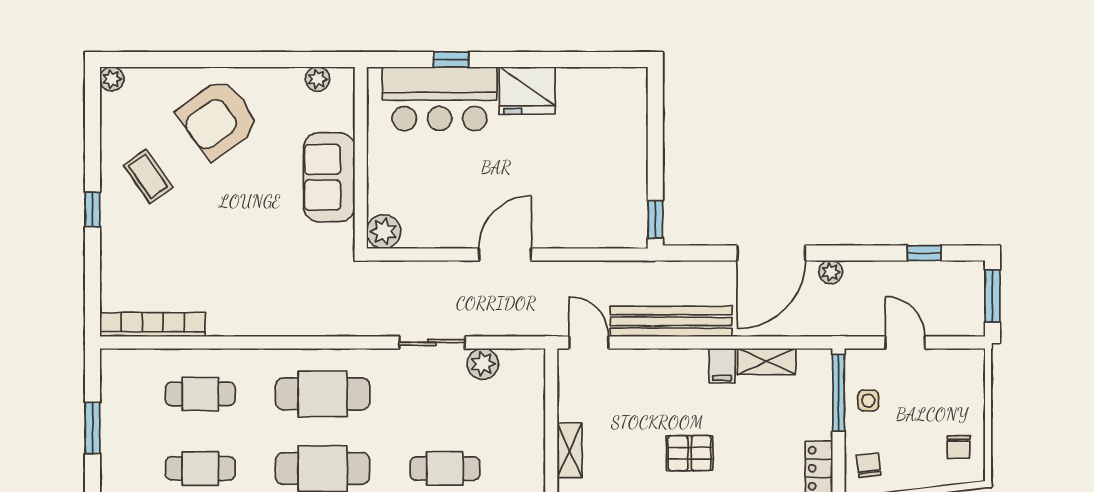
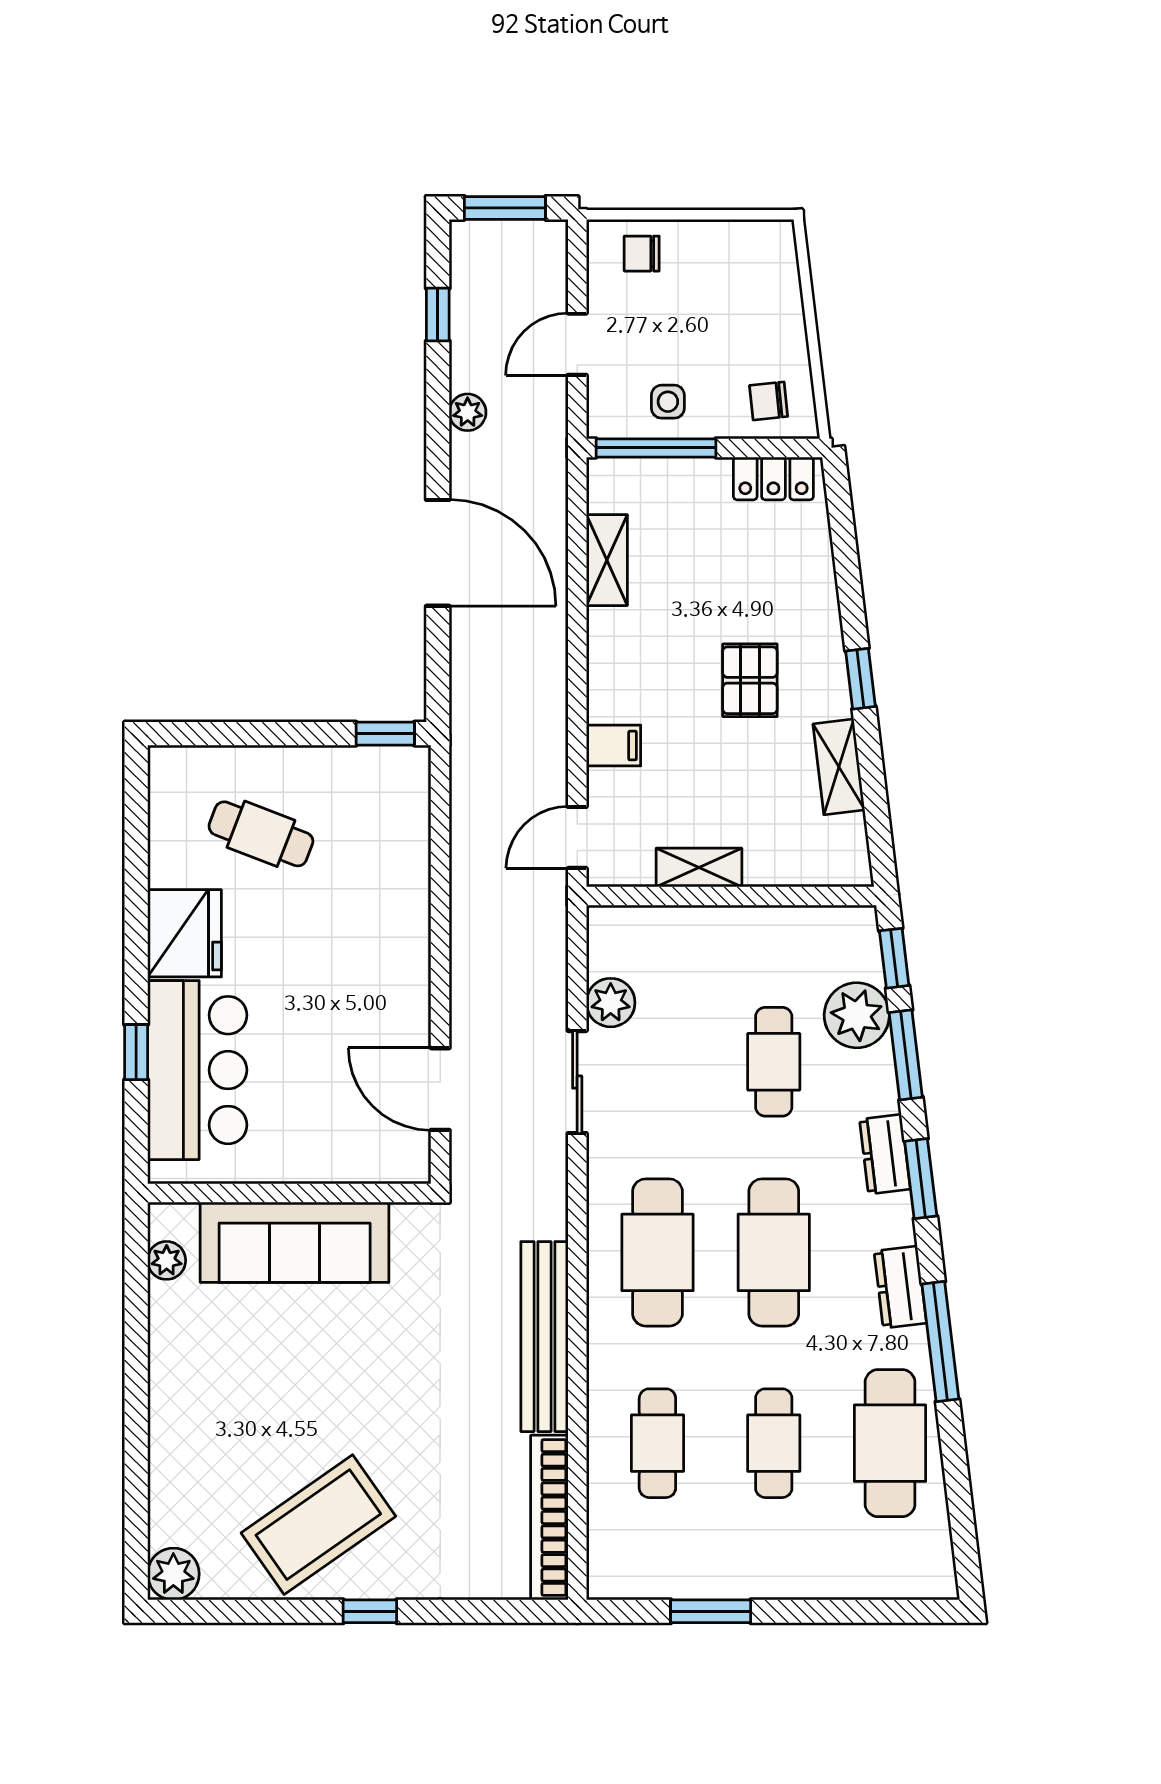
plant: (112, 79) -> (173, 1574), width x1.38, depth x1.38
armchair: (218, 119) -> (229, 1415), removed
cafe table: (591, 140) -> (261, 834), added
coffee table: (148, 176) -> (318, 1525), width x1.86, depth x1.72
sofa: (329, 177) -> (295, 1242), width x1.36
plant: (384, 231) -> (404, 1157), removed
door: (505, 254) -> (440, 1089), moved
plant: (831, 272) -> (468, 412), moved
bench: (671, 321) -> (544, 1337), moved
filing cabinet: (722, 366) -> (614, 745), moved
chair: (959, 447) -> (642, 254), moved, turned 180
shelving: (570, 450) -> (699, 867), moved

